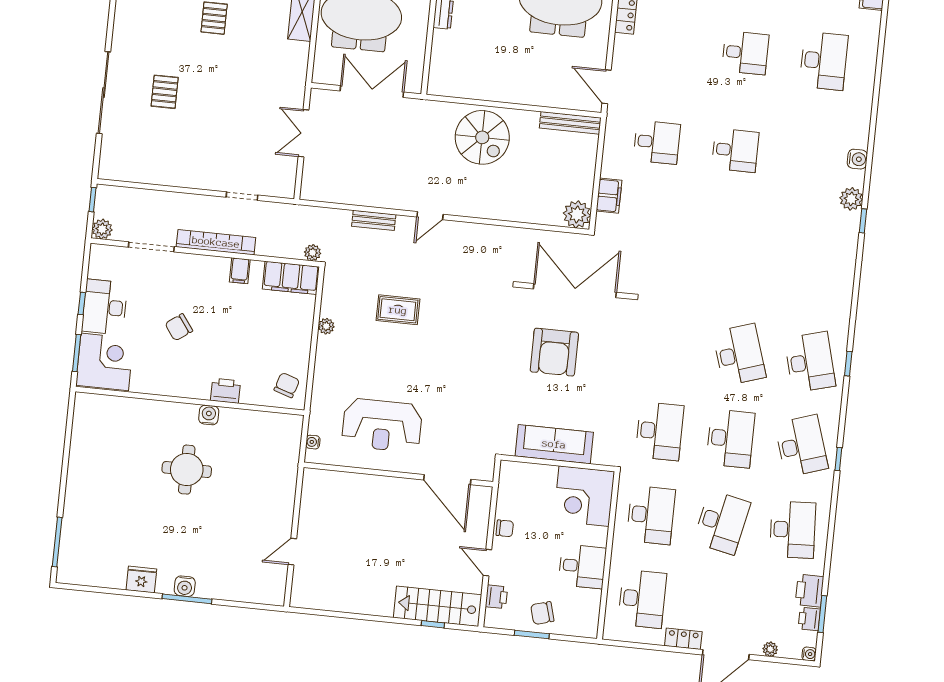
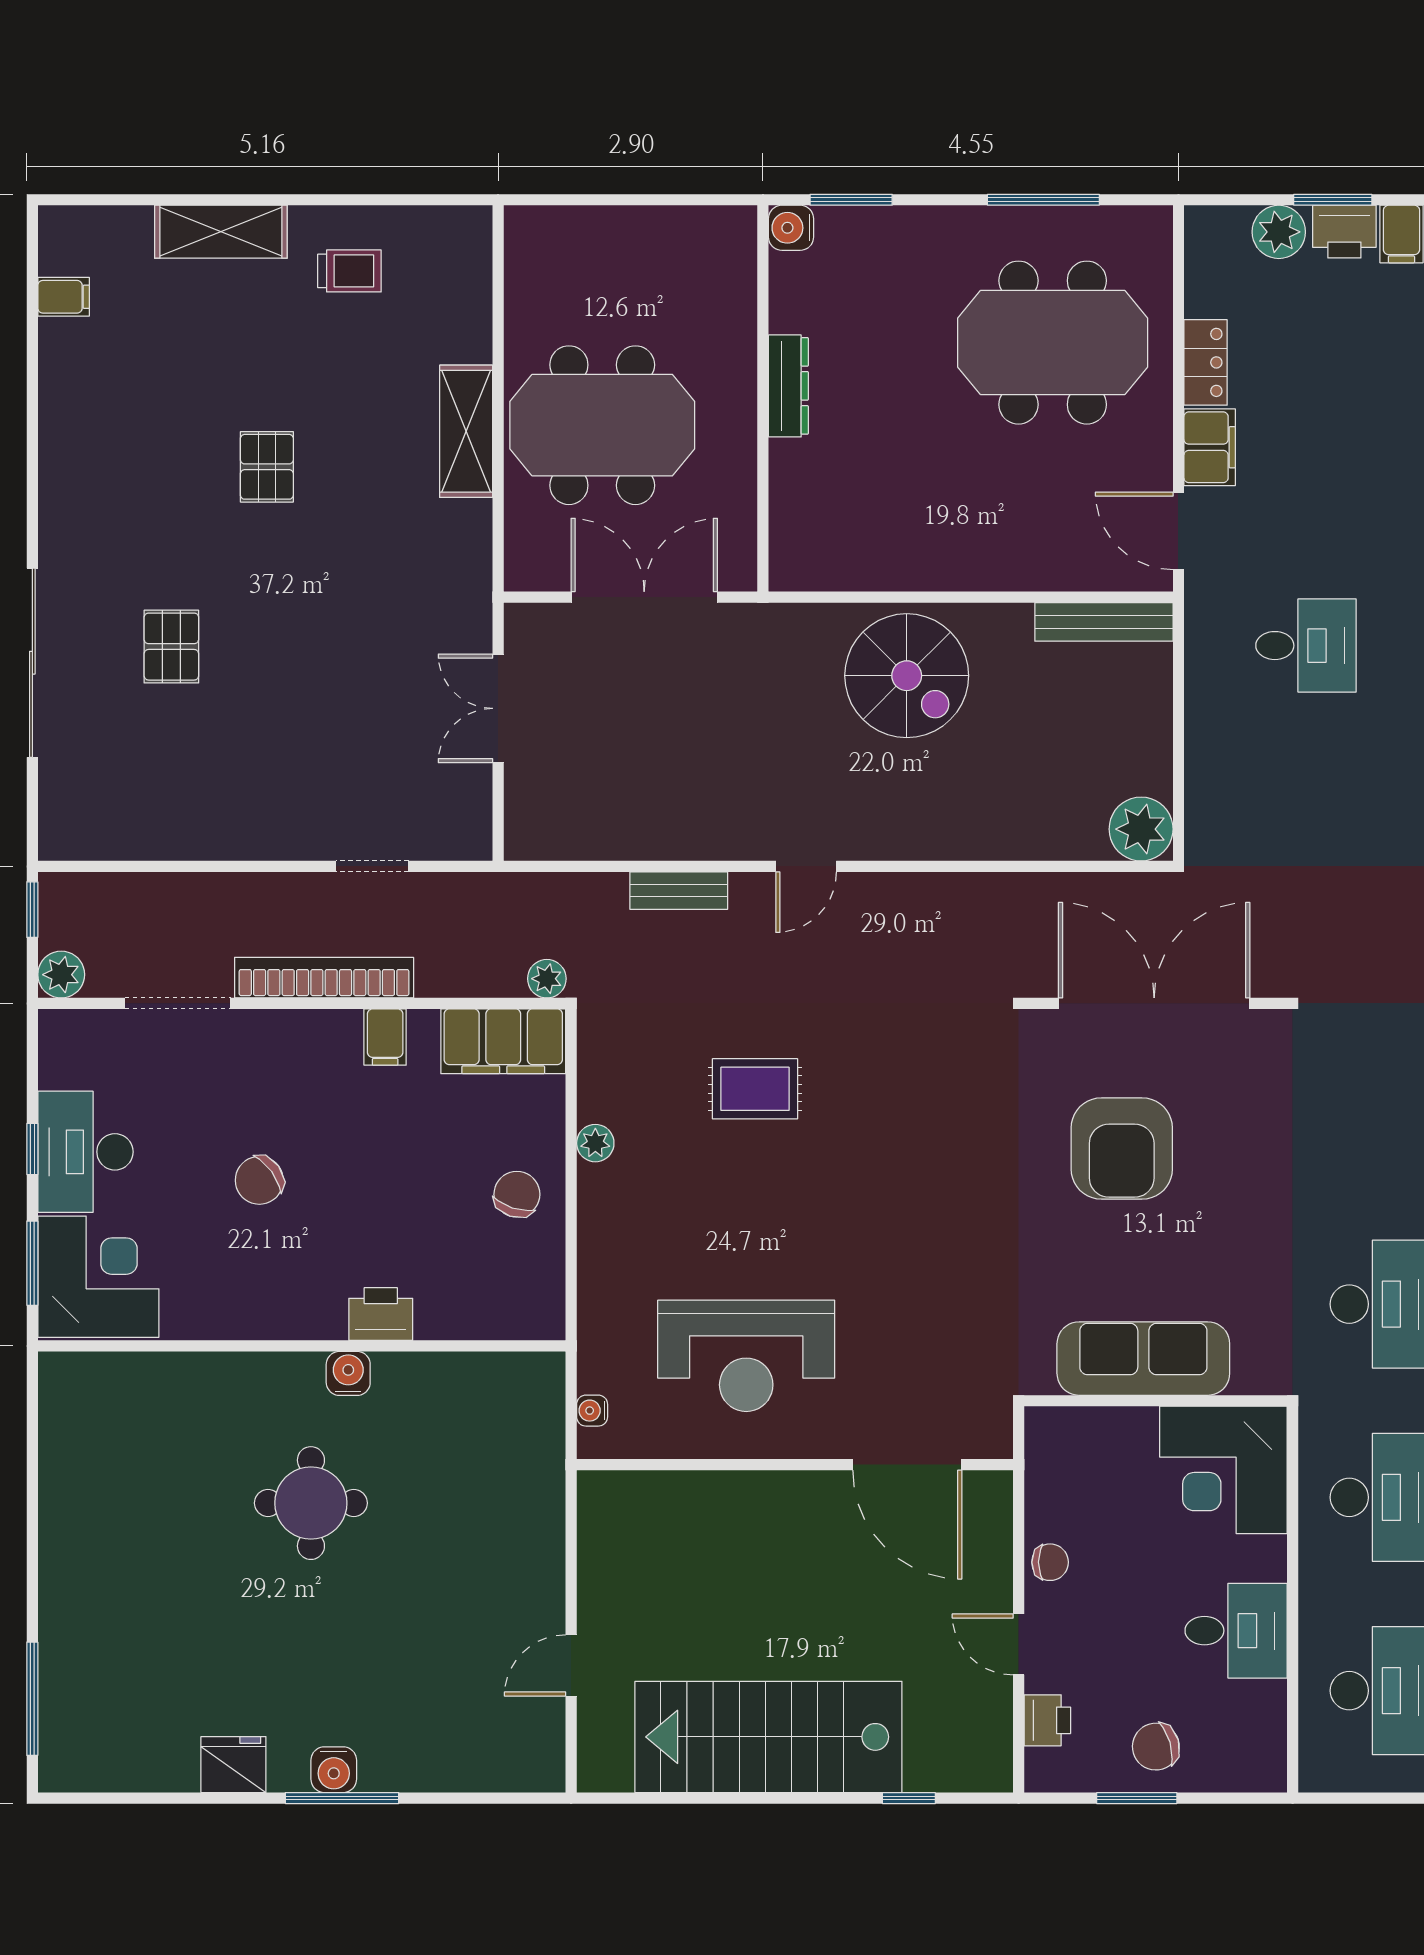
filing cabinet: (609, 196) -> (1210, 447), moved
chair: (287, 385) -> (517, 1194), moved
stairs: (438, 606) -> (768, 1737), moved, width x1.36, depth x1.51

